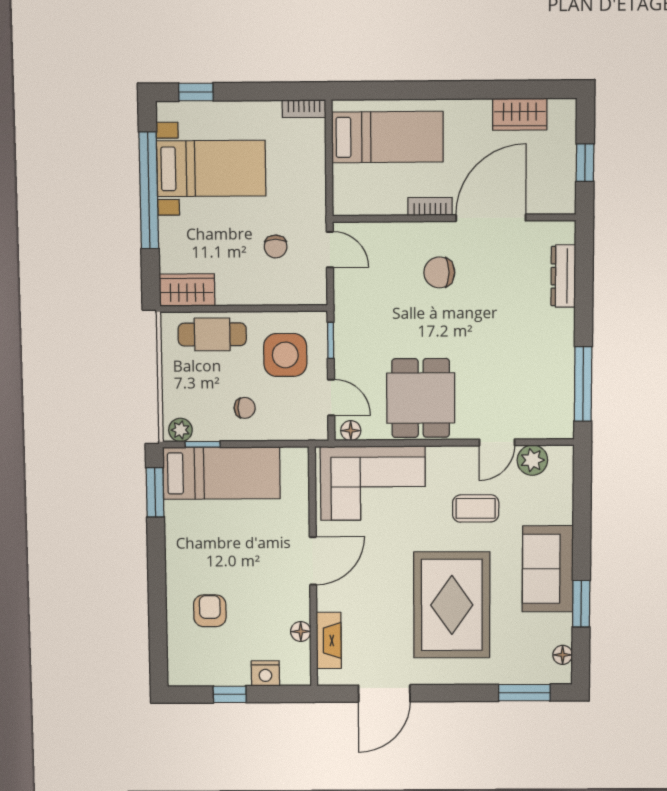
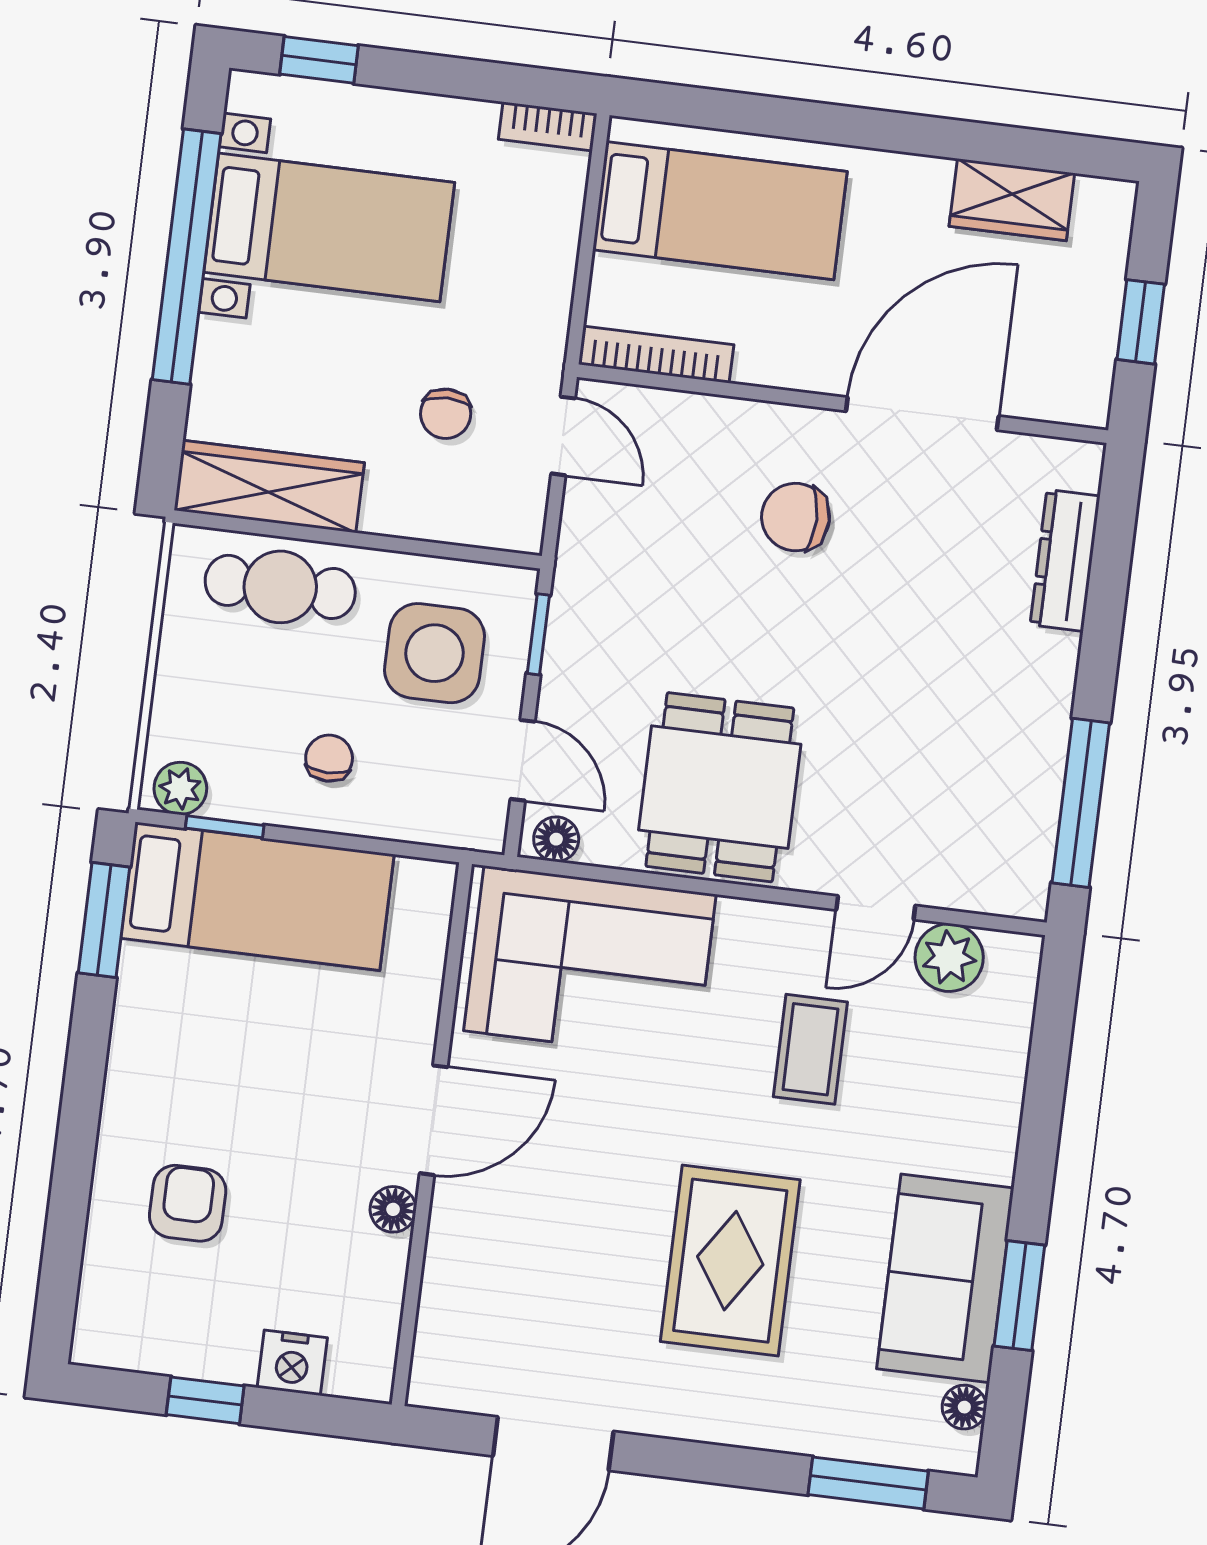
bookcase: (430, 206) -> (656, 354), moved, width x1.56
wardrobe: (187, 290) -> (269, 486), width x1.50
chair: (245, 408) -> (329, 758), turned -90
coffee table: (476, 508) -> (810, 1049), turned 90
sofa: (548, 569) -> (945, 1278), moved
rug: (452, 605) -> (730, 1261), width x0.73, depth x0.69
floor lamp: (301, 631) -> (393, 1209), moved
fireplace: (329, 640) -> (445, 1306), removed

